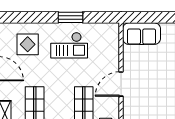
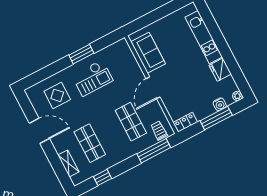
sofa: (142, 34) -> (148, 53), moved, turned -90

